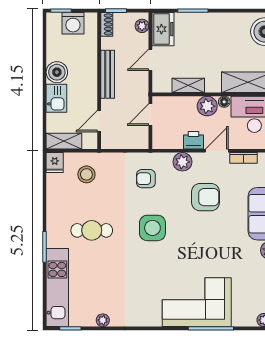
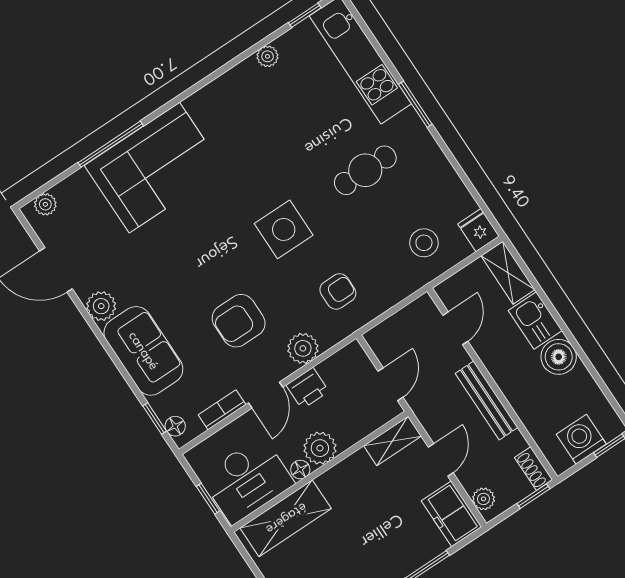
shelving: (188, 85) -> (393, 441), moved
shelving: (64, 141) -> (508, 273), moved, turned 90

